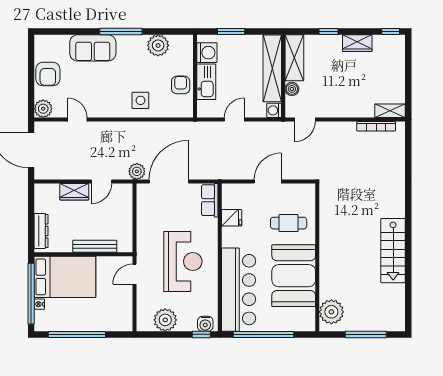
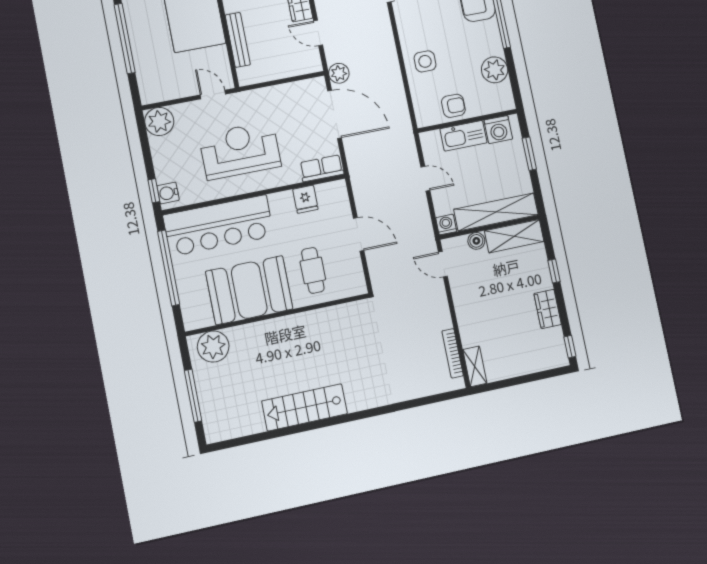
reception desk: (183, 261) -> (240, 150), turned 180
plant: (165, 320) -> (159, 121), moved

